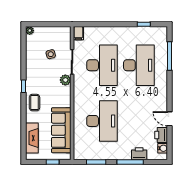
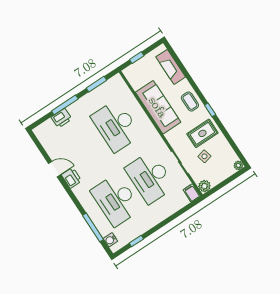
rug: (41, 72) -> (202, 133), added
plant: (65, 80) -> (204, 186), moved
sofa: (61, 130) -> (158, 107), moved
printer: (161, 135) -> (71, 178), moved
water cooler: (163, 148) -> (110, 240), moved

